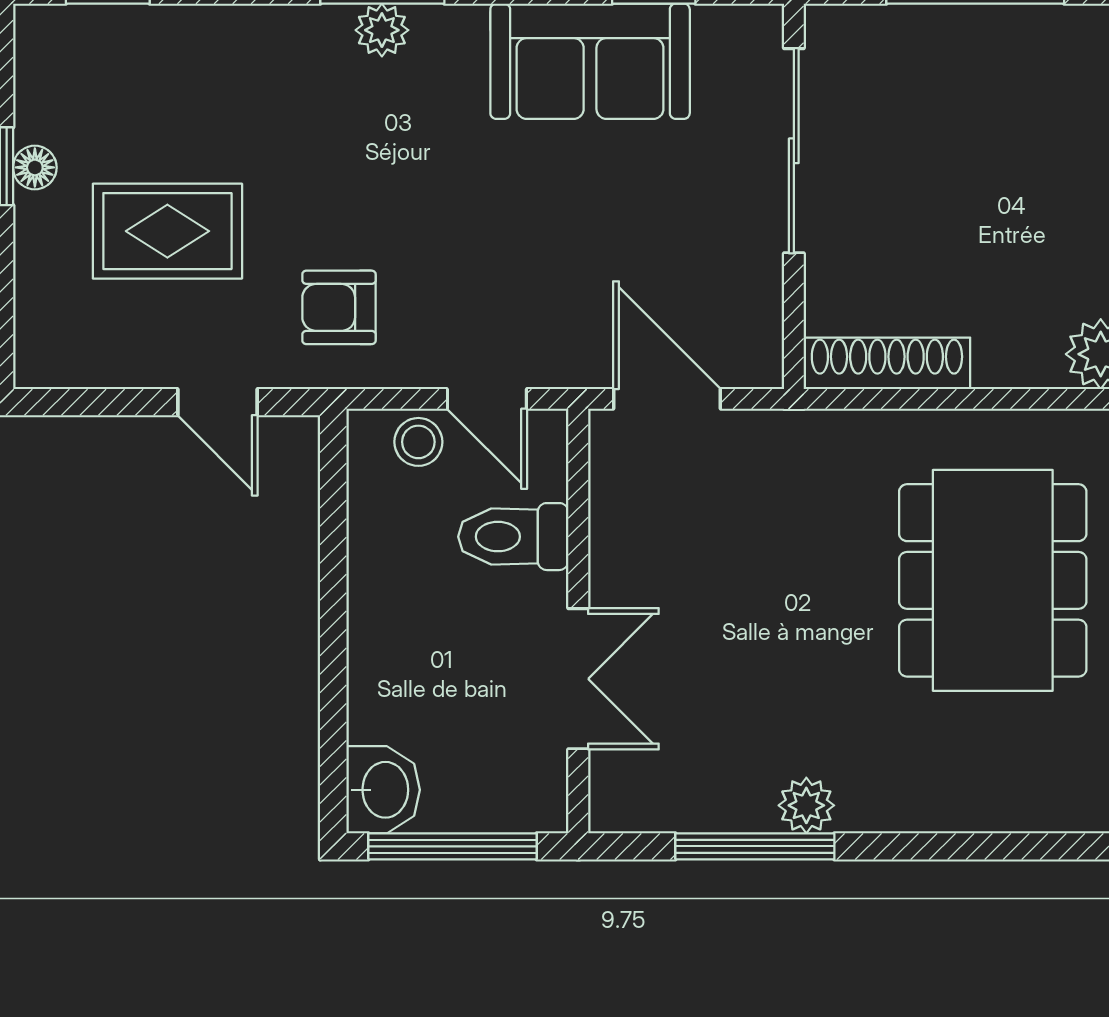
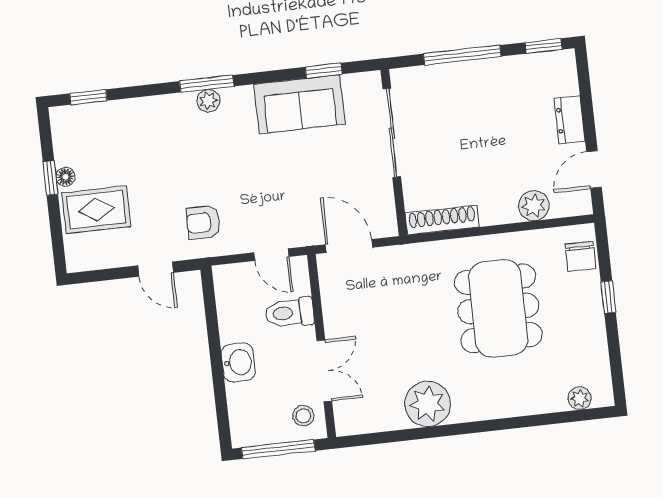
rug: (167, 231) -> (96, 210), moved
stool: (418, 442) -> (303, 416), moved
washbasin: (383, 790) -> (238, 362), moved
plant: (806, 805) -> (428, 404), width x1.88, depth x1.88
window: (755, 846) -> (409, 435), removed

